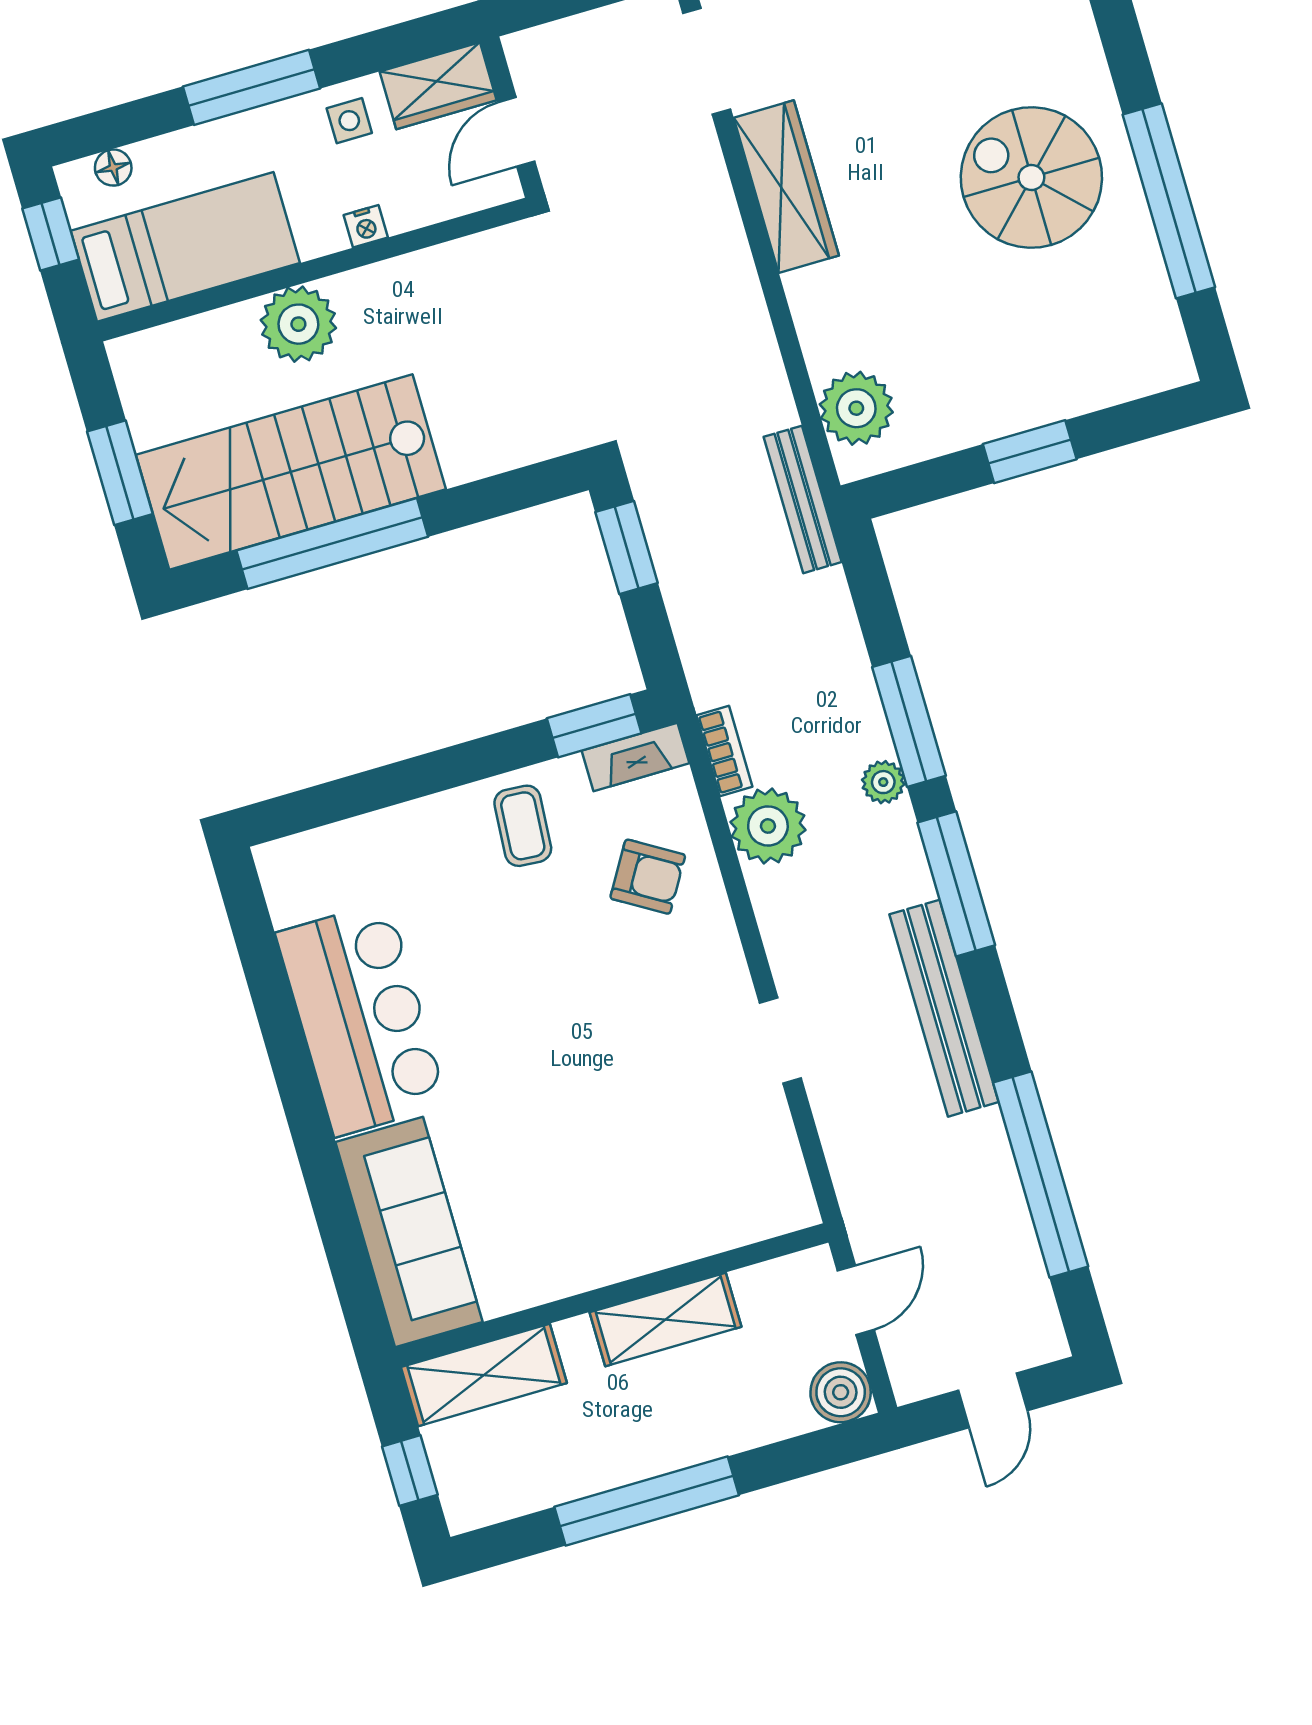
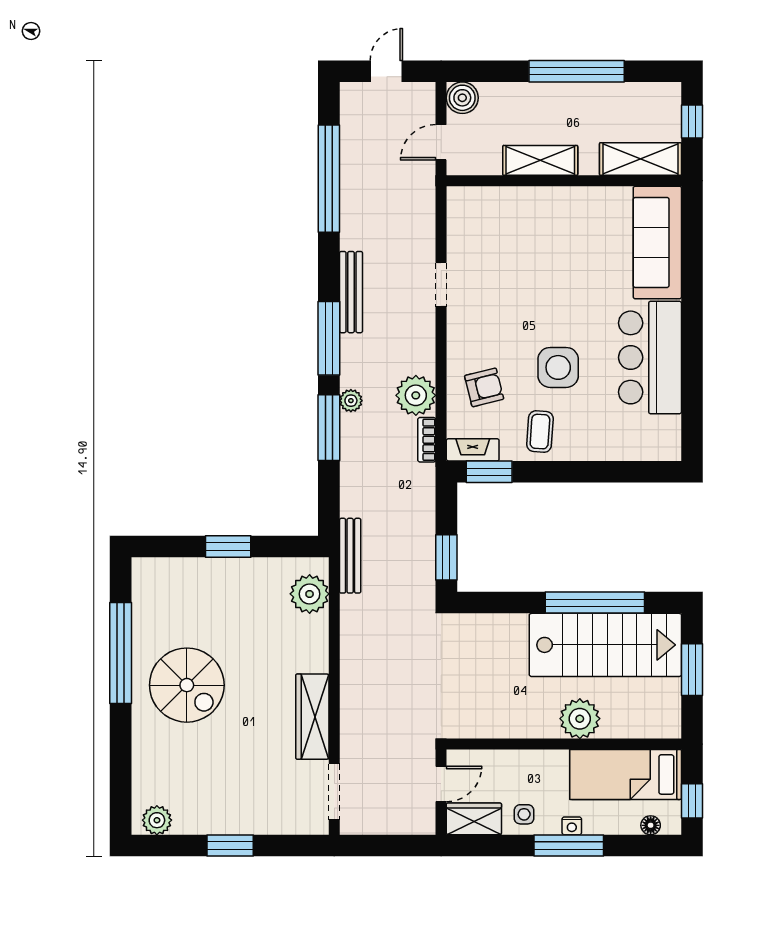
nightstand: (366, 226) -> (572, 826), moved, turned 180
armchair: (648, 877) -> (484, 387), turned 135
side table: (524, 952) -> (558, 367), added
bench: (944, 1008) -> (351, 292), width x0.73, depth x0.82

